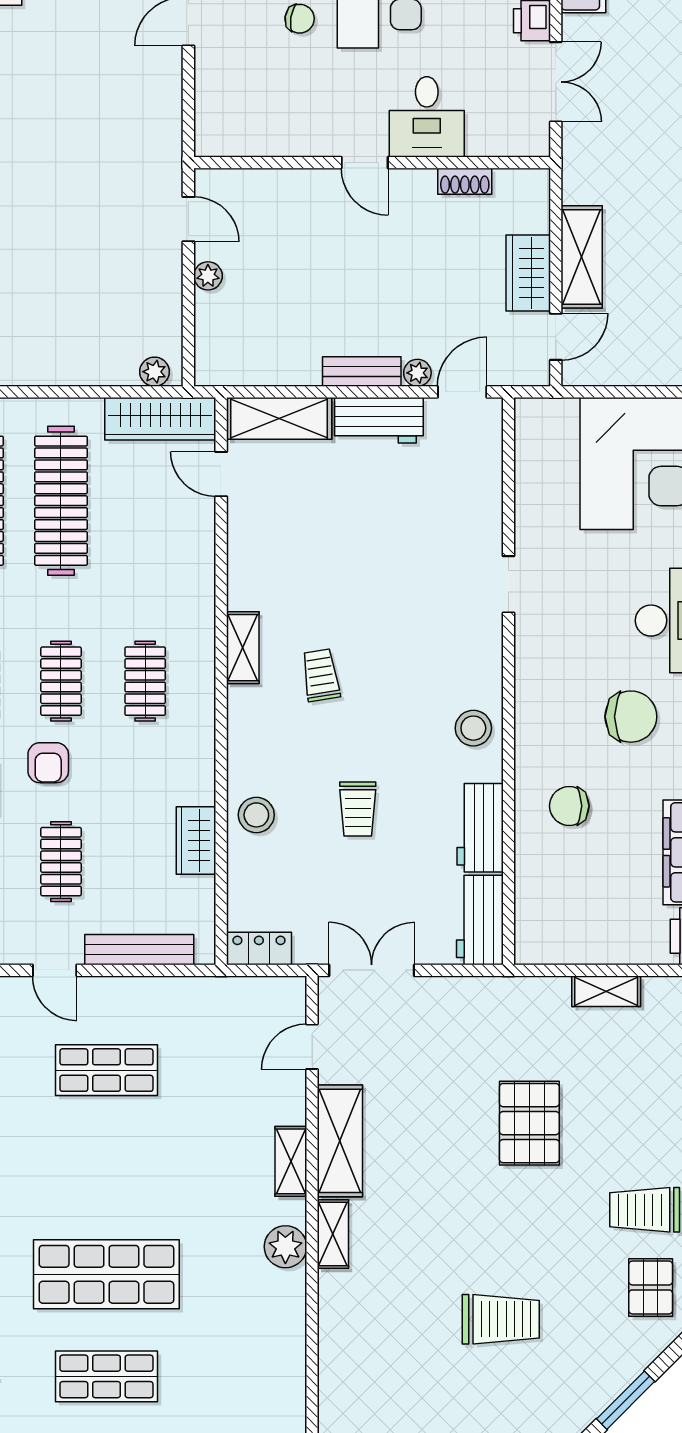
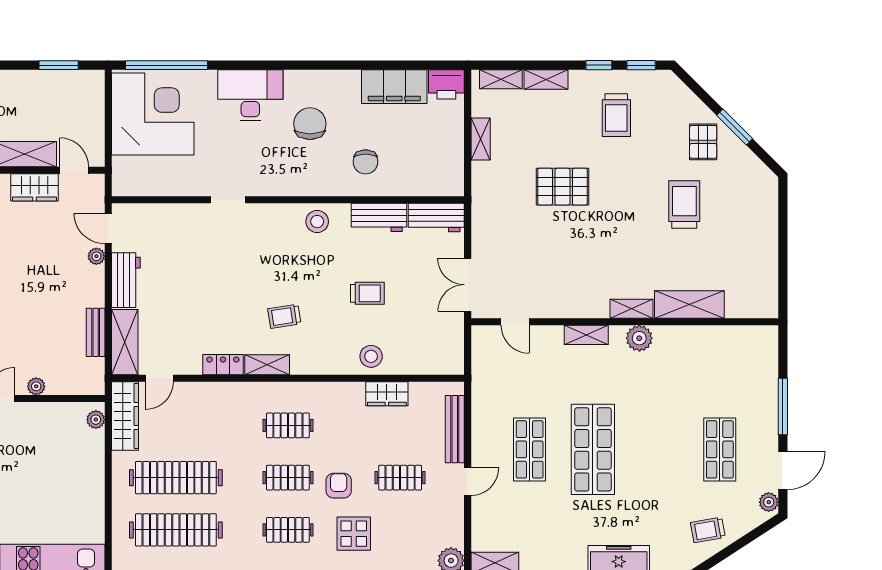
bench: (362, 372) -> (96, 332), moved
armchair: (48, 763) -> (339, 486), turned -90
locker: (259, 949) -> (223, 365), moved, turned 90
shelving: (340, 1141) -> (689, 304), moved
shop shelf: (106, 1274) -> (593, 449), moved
pallet: (651, 1287) -> (703, 142), moved, turned 90

